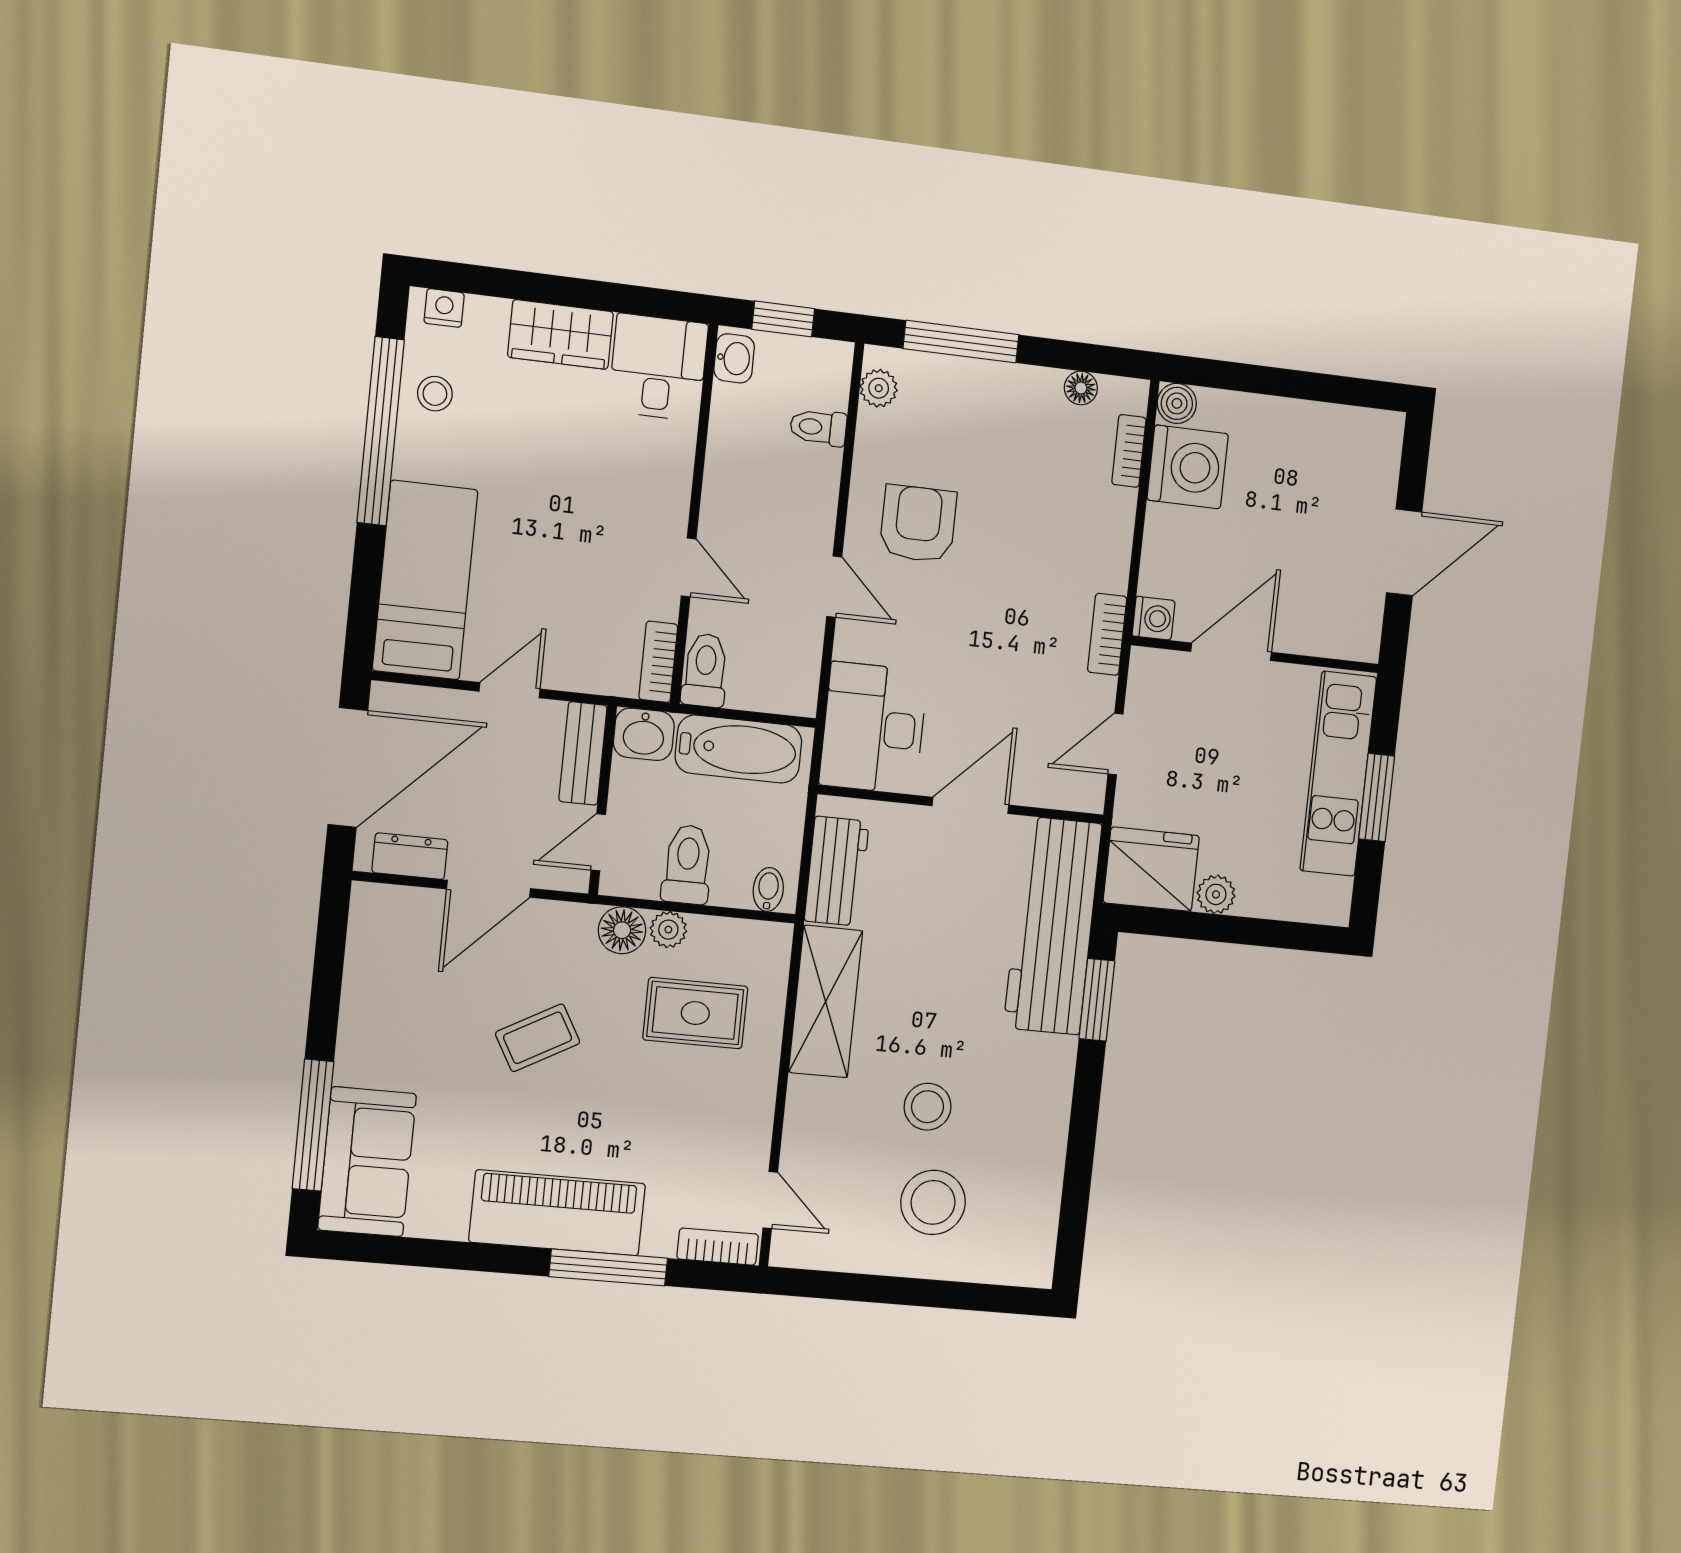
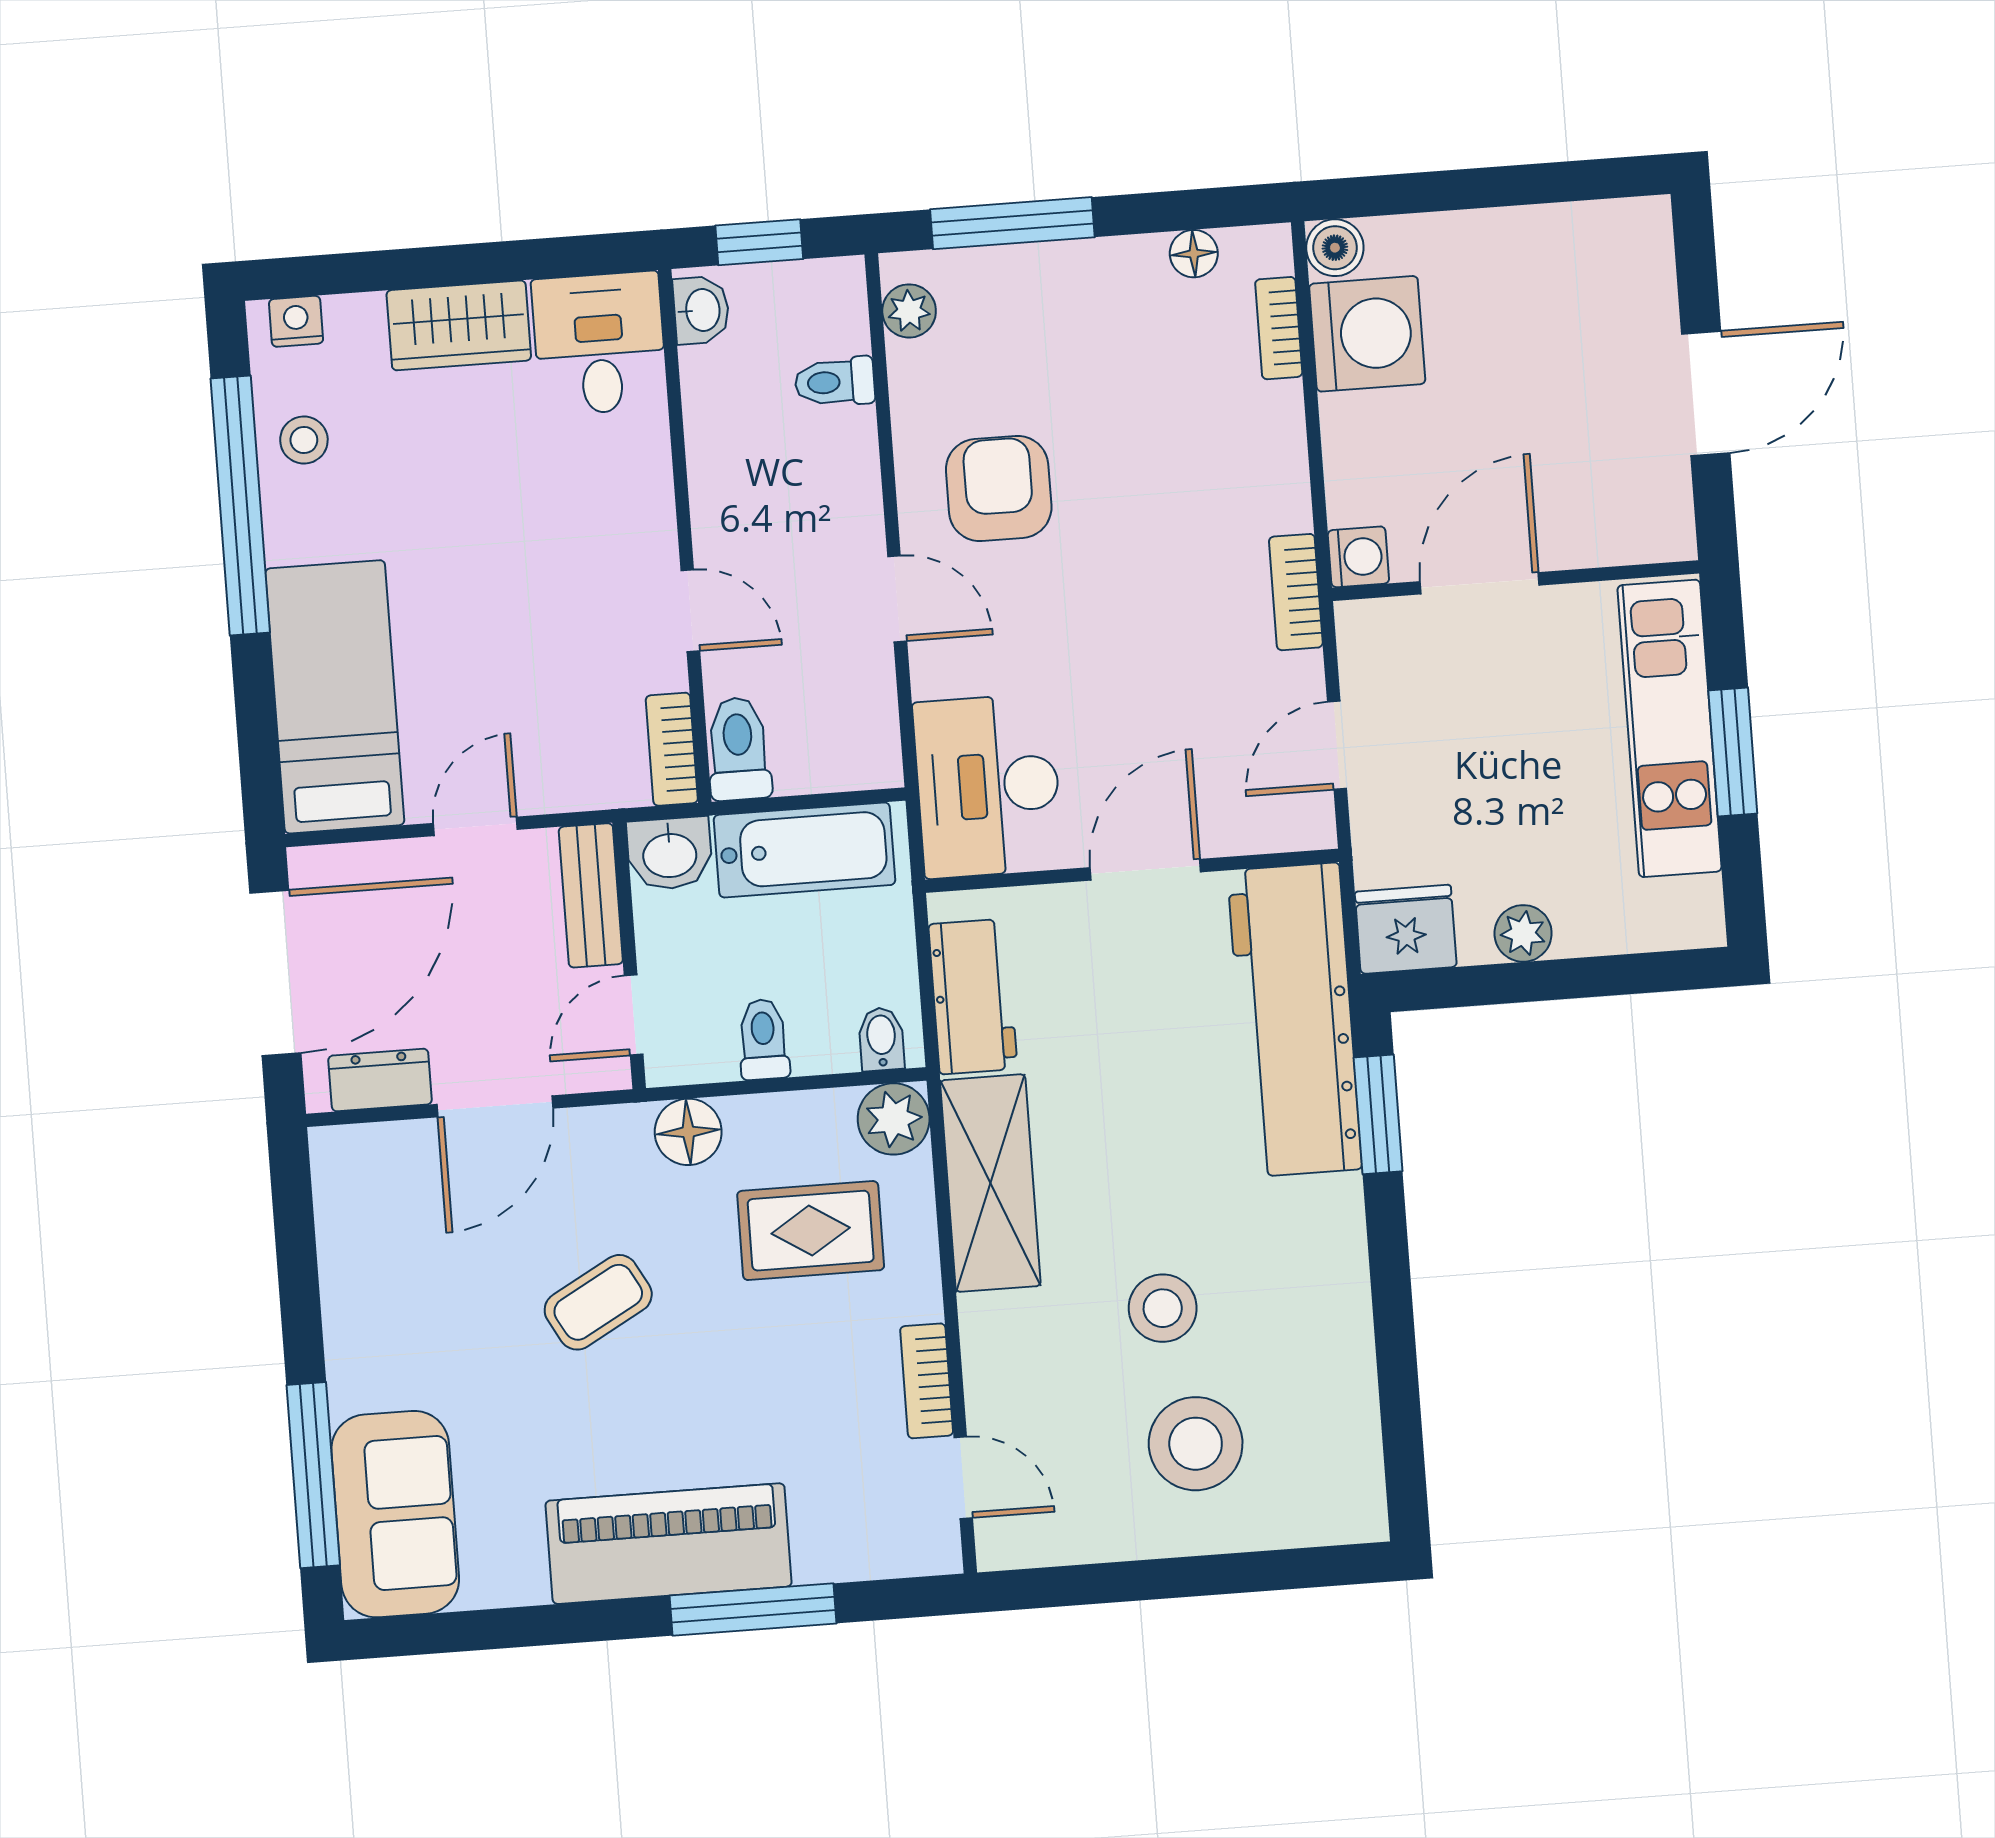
toilet: (687, 864) -> (763, 1039), width x0.73, depth x0.72
fridge: (1151, 869) -> (1406, 929), width x0.73, depth x0.75
plant: (668, 930) -> (894, 1119), moved, width x1.38, depth x1.38
bookcase: (718, 1247) -> (927, 1381), moved, turned -90

